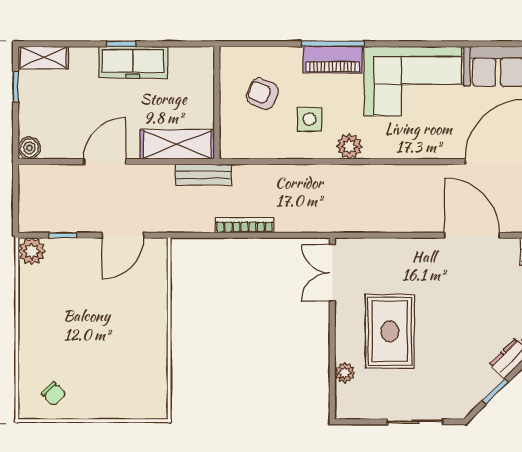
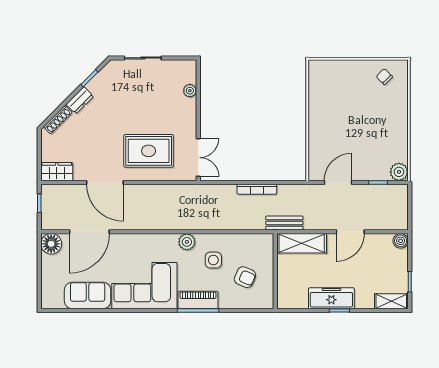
rug: (390, 331) -> (149, 151), moved, turned 90

